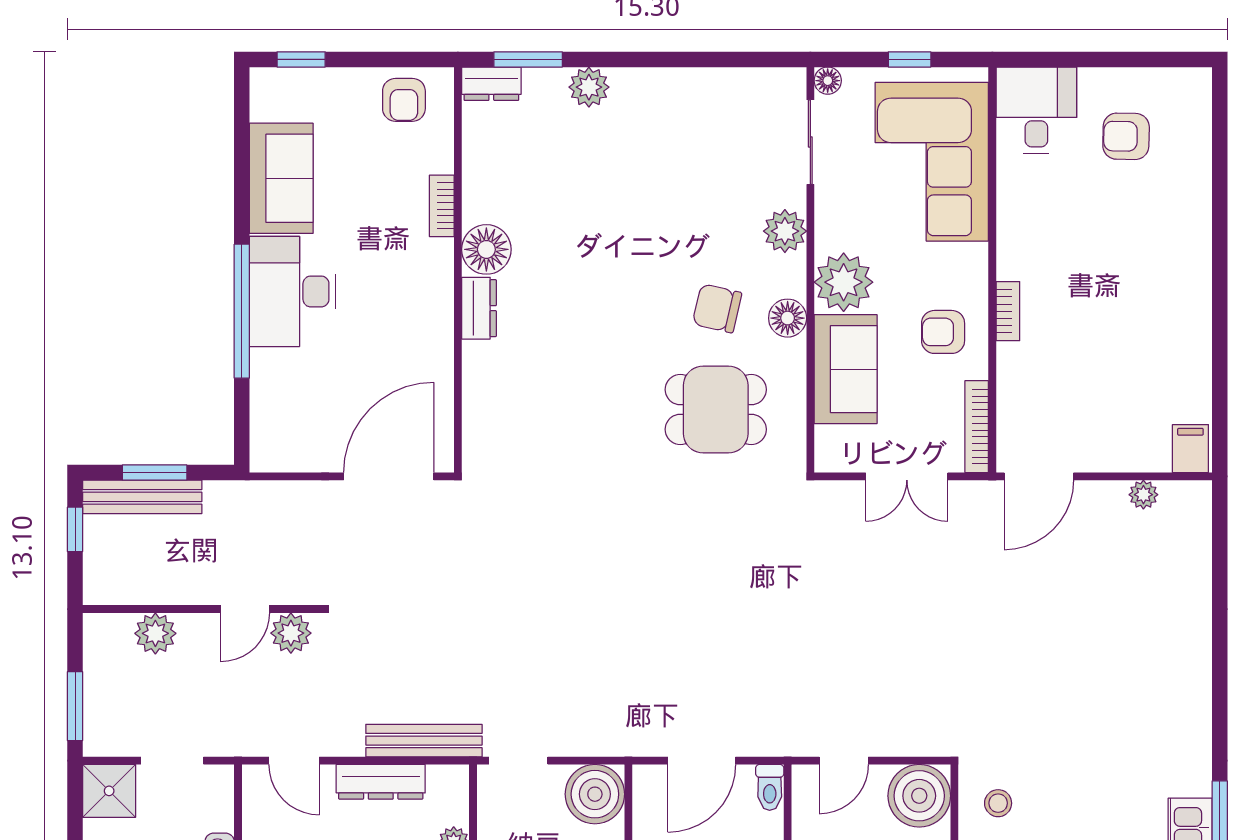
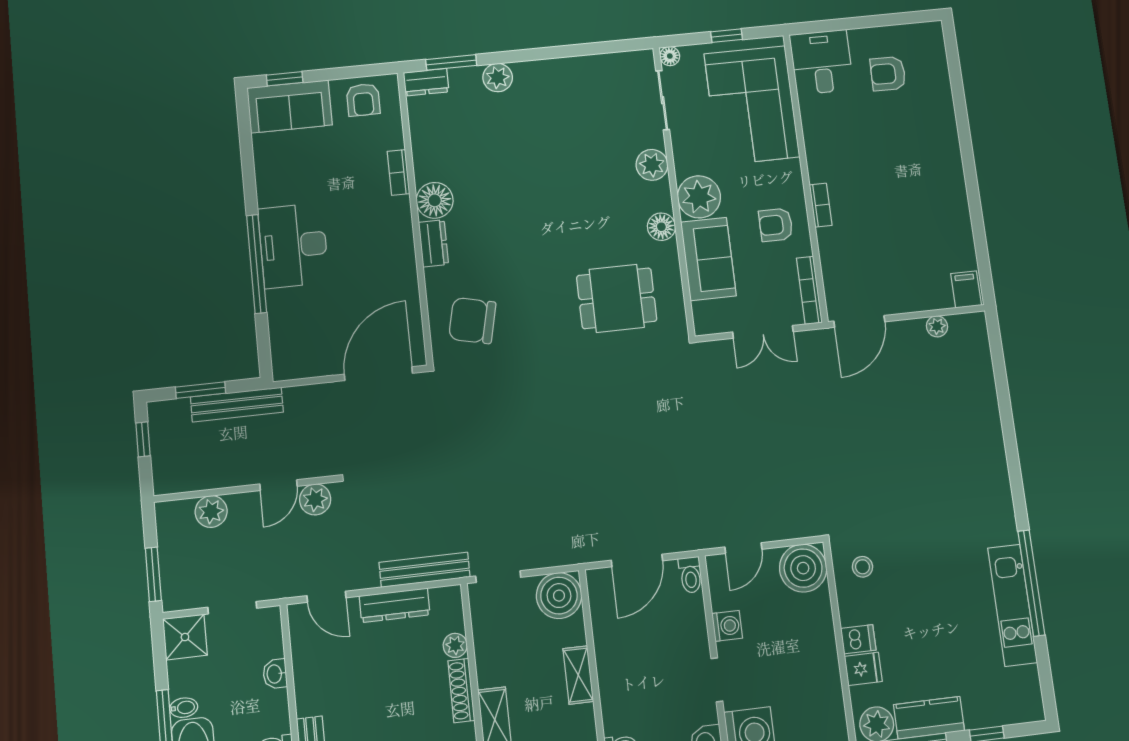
sofa: (281, 178) -> (290, 106), moved, turned 90
chair: (717, 308) -> (472, 321), moved, width x1.37, depth x1.37
bench: (142, 497) -> (237, 404), moved

